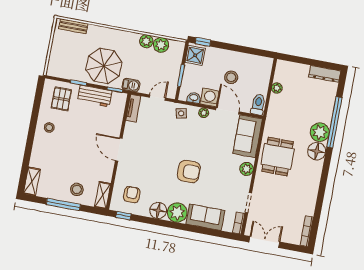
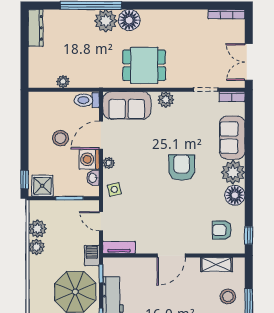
shelving: (103, 195) -> (217, 264), moved

